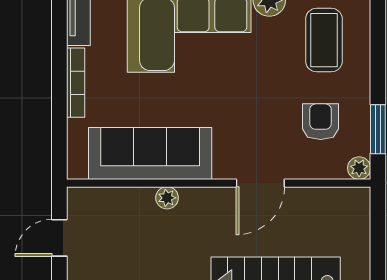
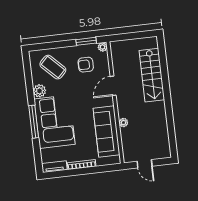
coffee table: (324, 40) -> (53, 67), turned 45
door: (260, 183) -> (113, 86), swing flipped

